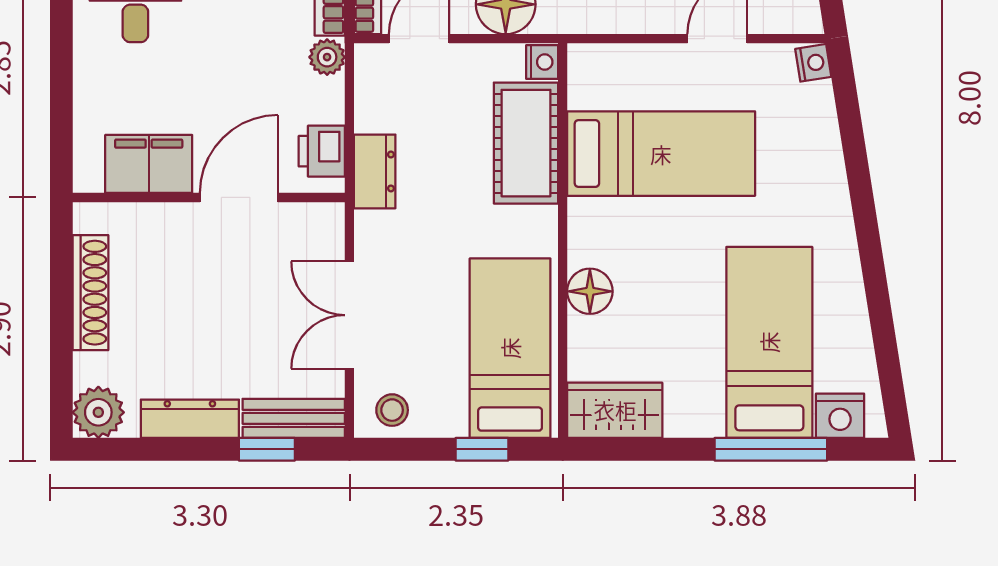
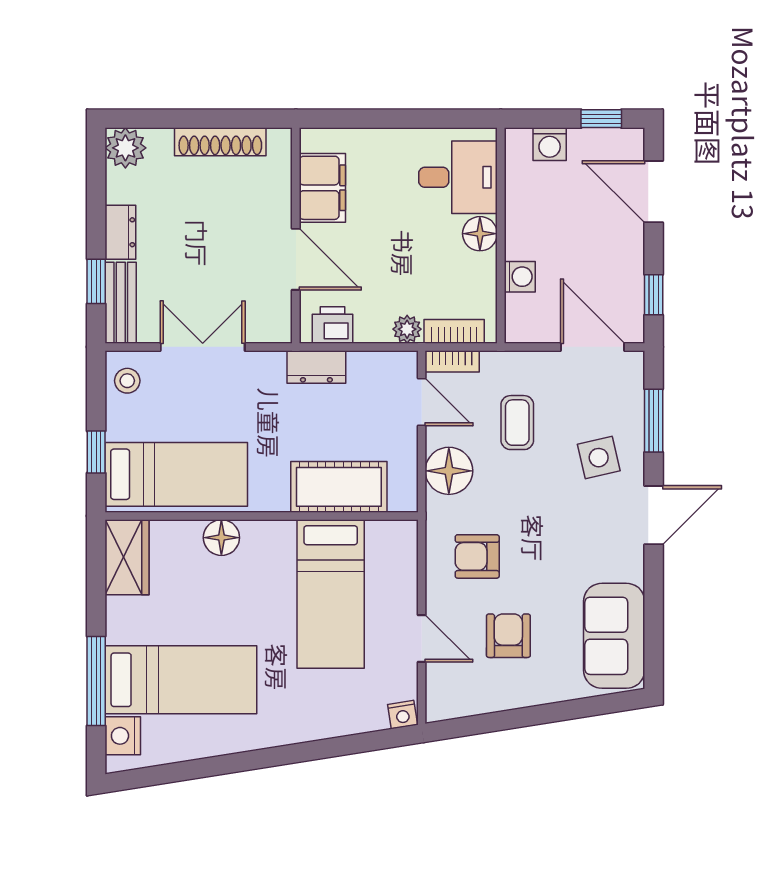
nightstand: (542, 62) -> (403, 500), removed
dresser: (190, 419) -> (120, 232), width x0.70

